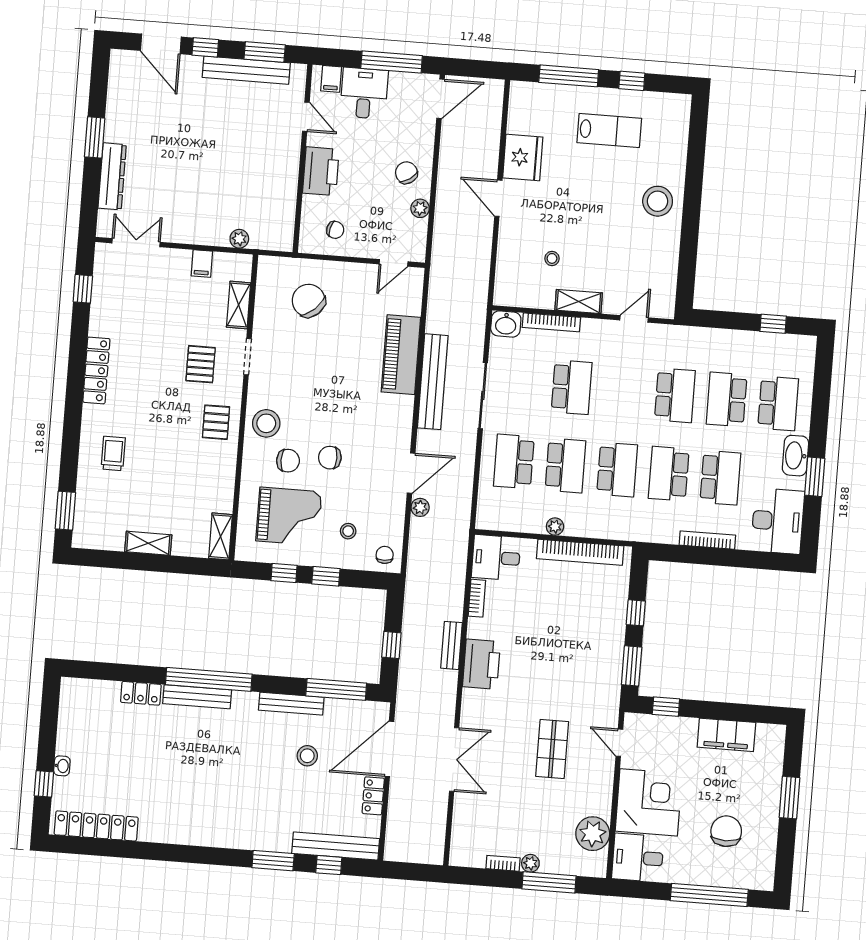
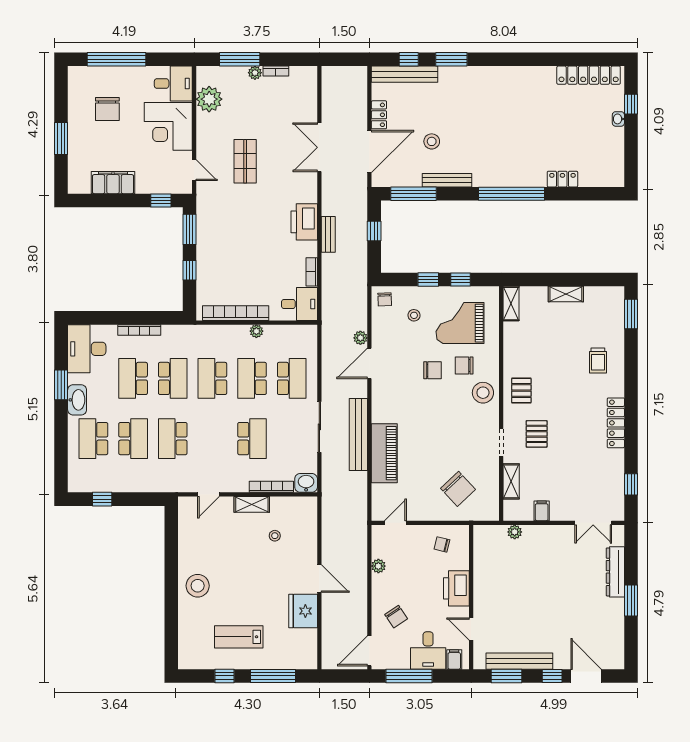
chair: (406, 173) -> (396, 617), moved
school desk: (572, 387) -> (252, 439), turned 180
bench: (197, 697) -> (519, 180), removed

